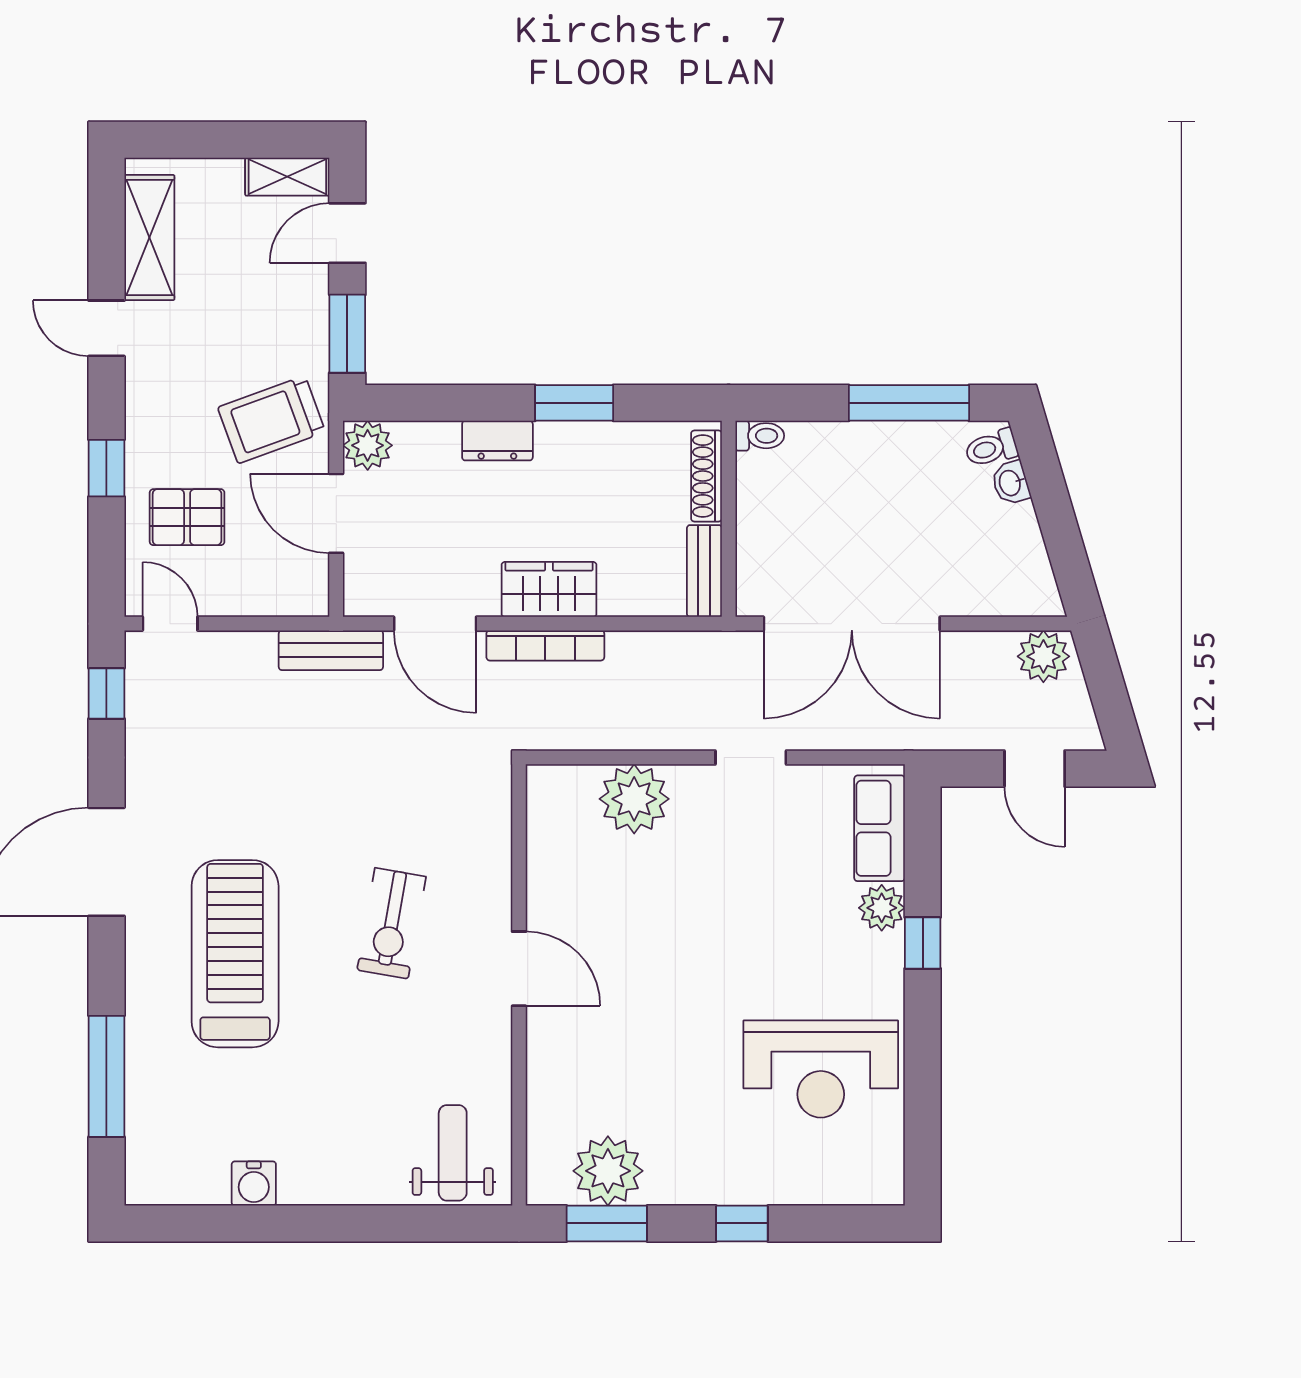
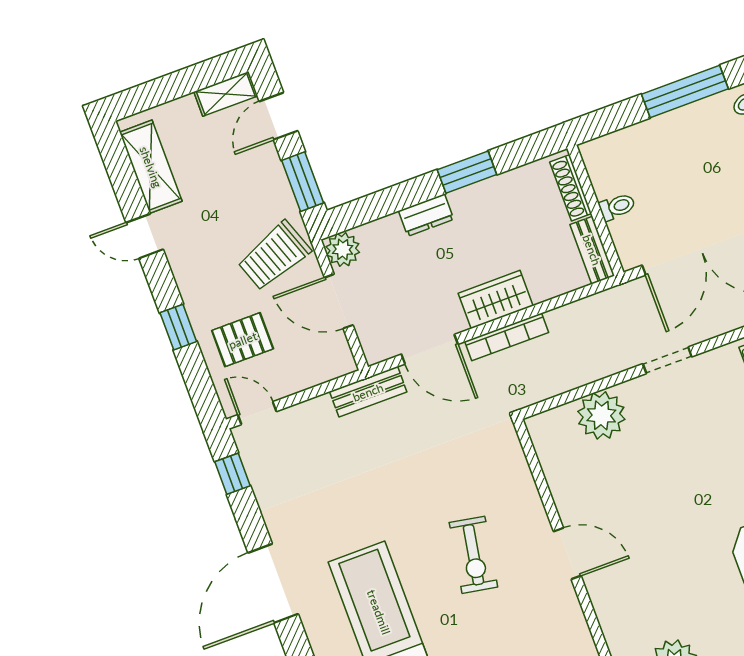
toilet: (760, 436) -> (617, 207), moved

